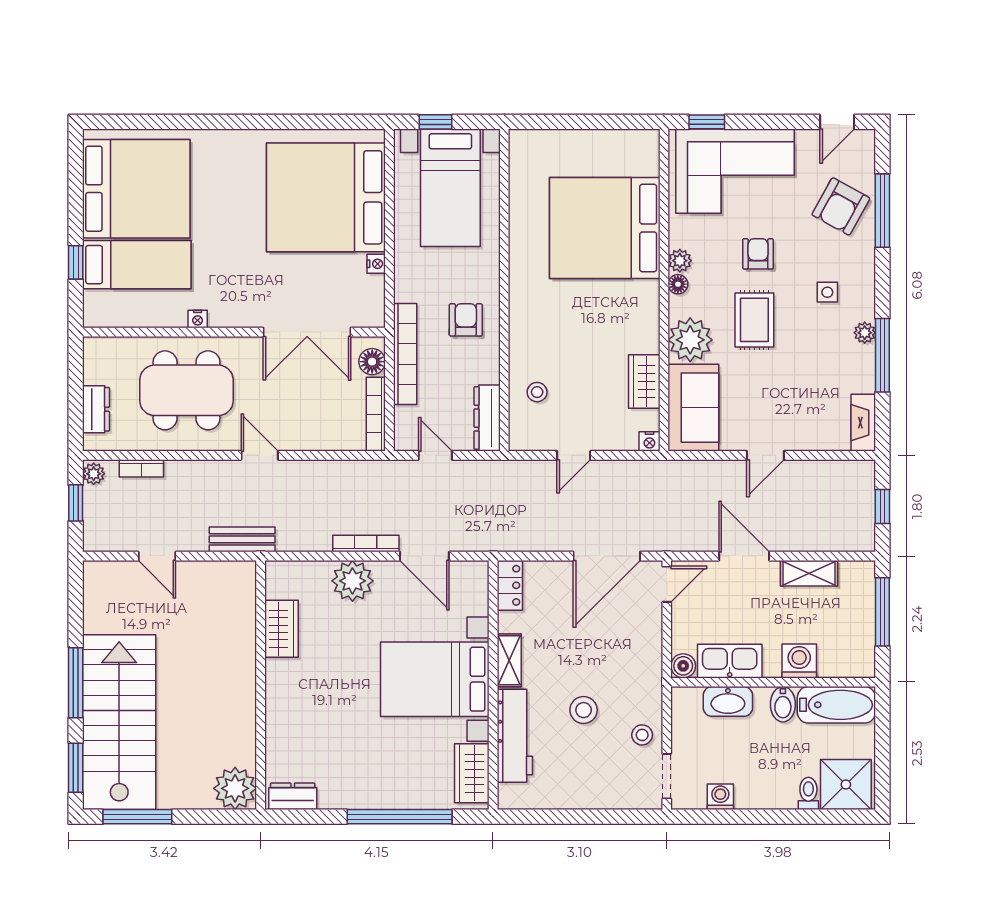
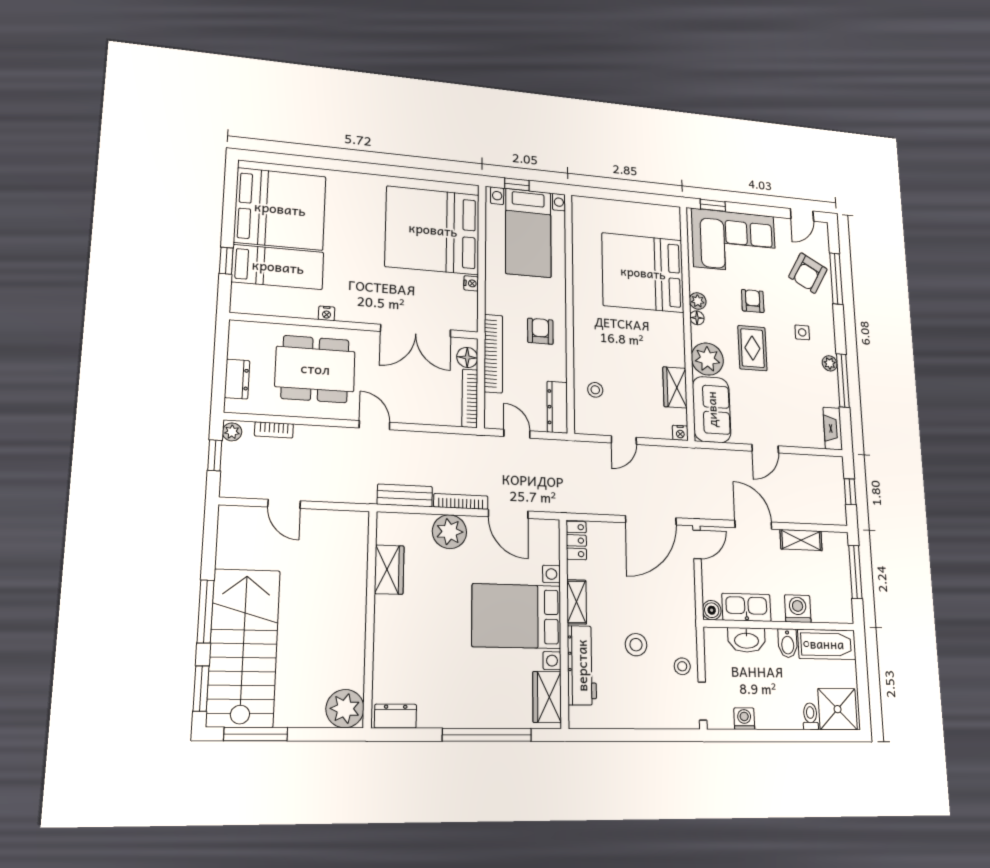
bench: (242, 539) -> (405, 495), moved

